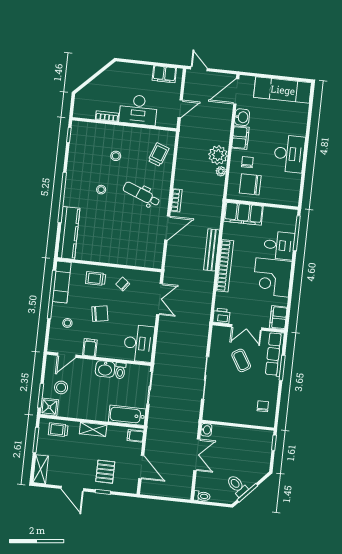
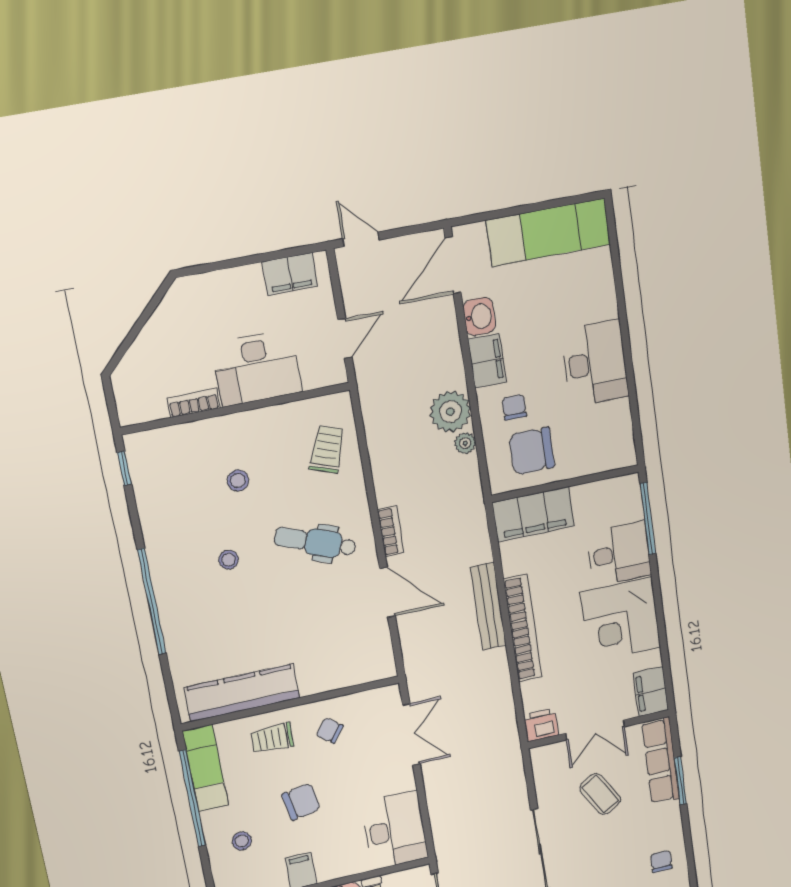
door: (167, 228) -> (387, 592), hinge flipped
kitchen counter: (69, 233) -> (242, 693), moved, turned -90

